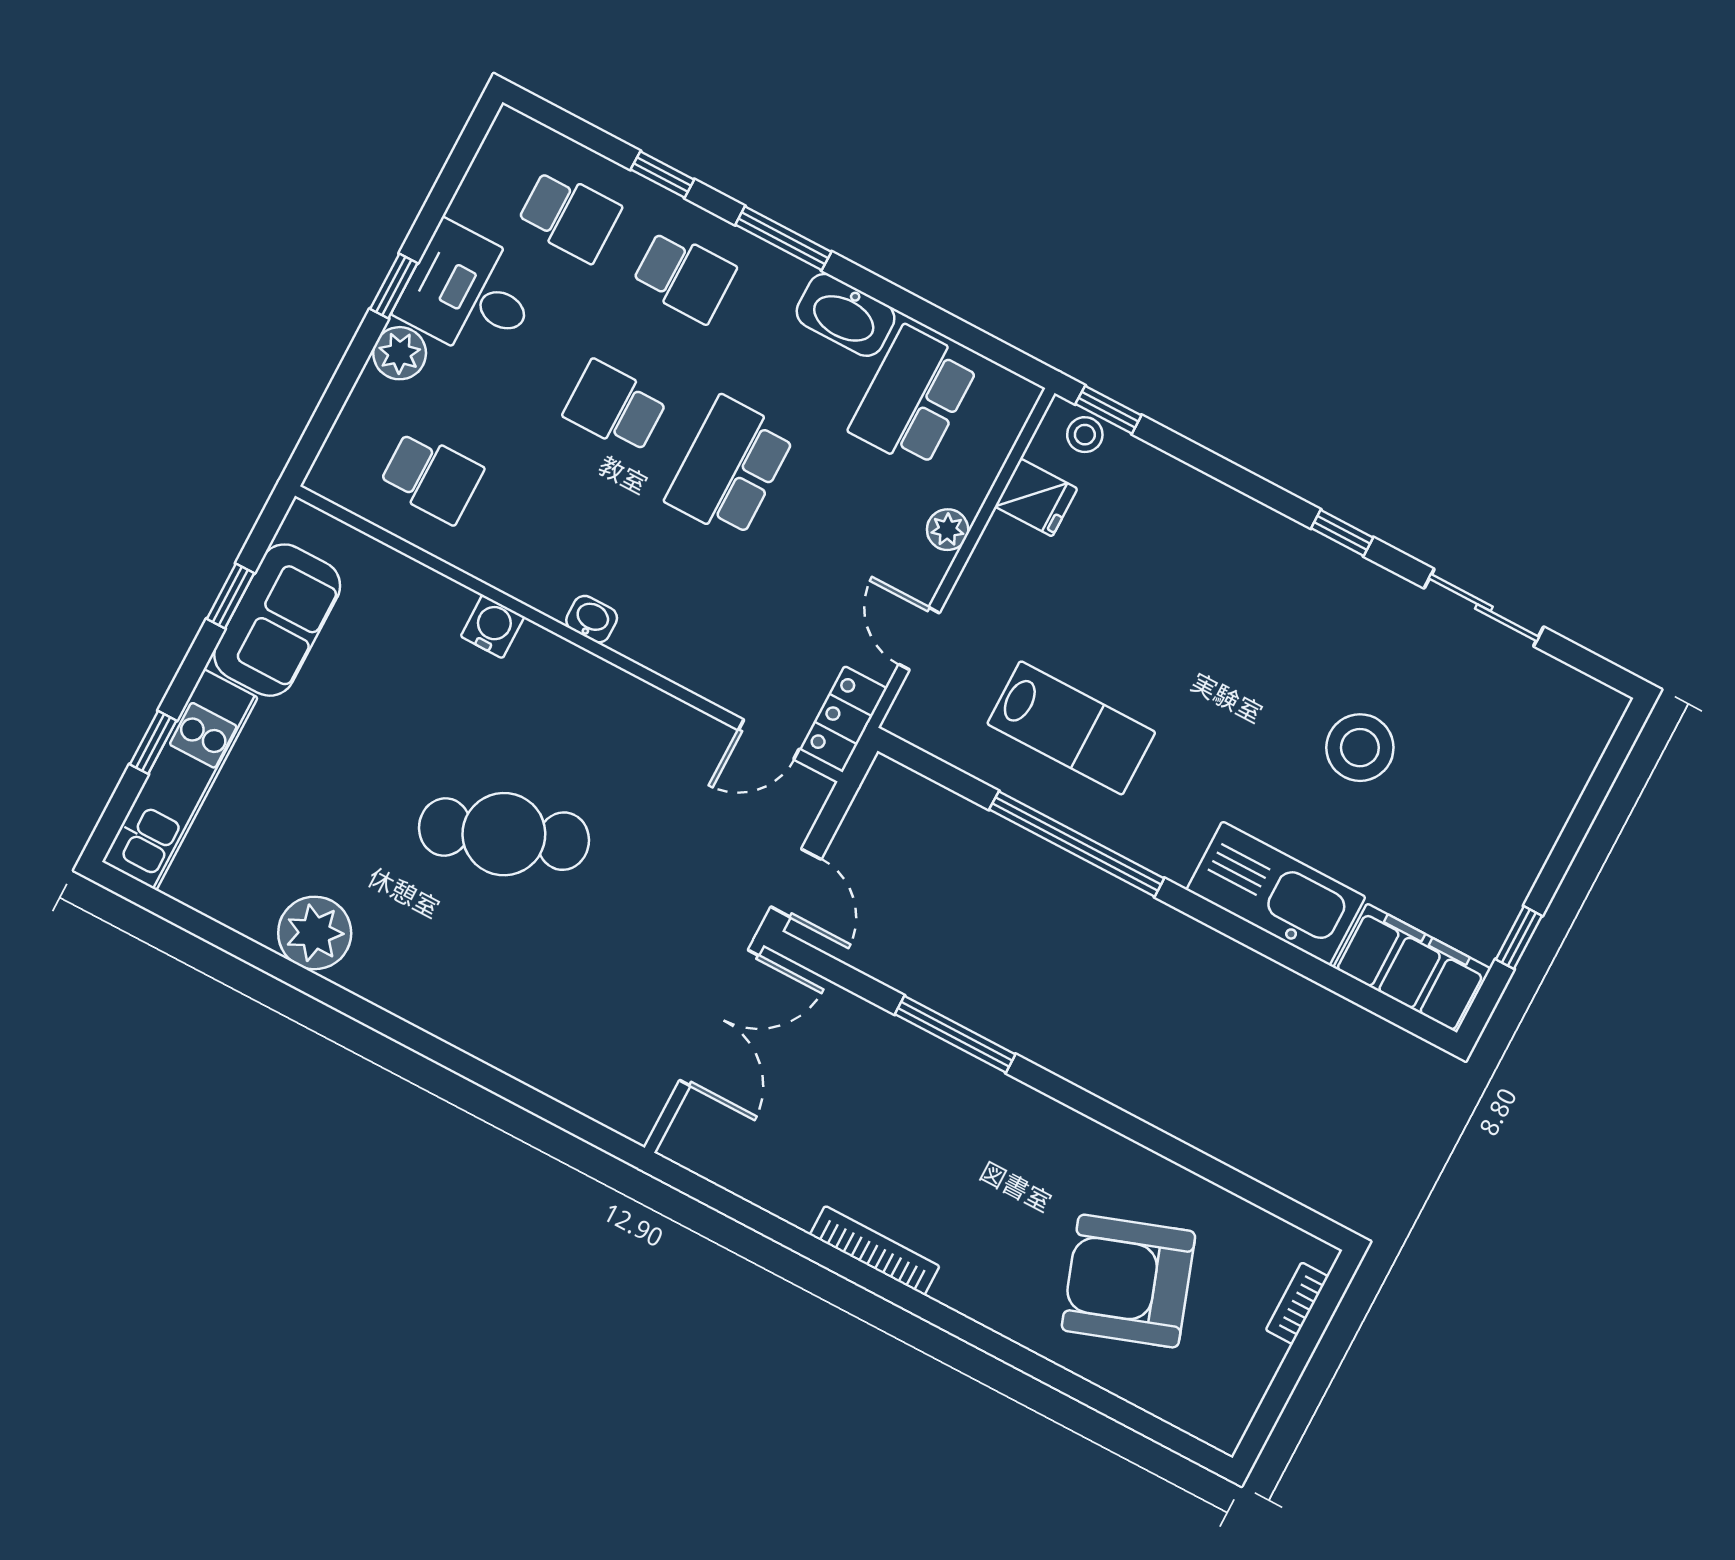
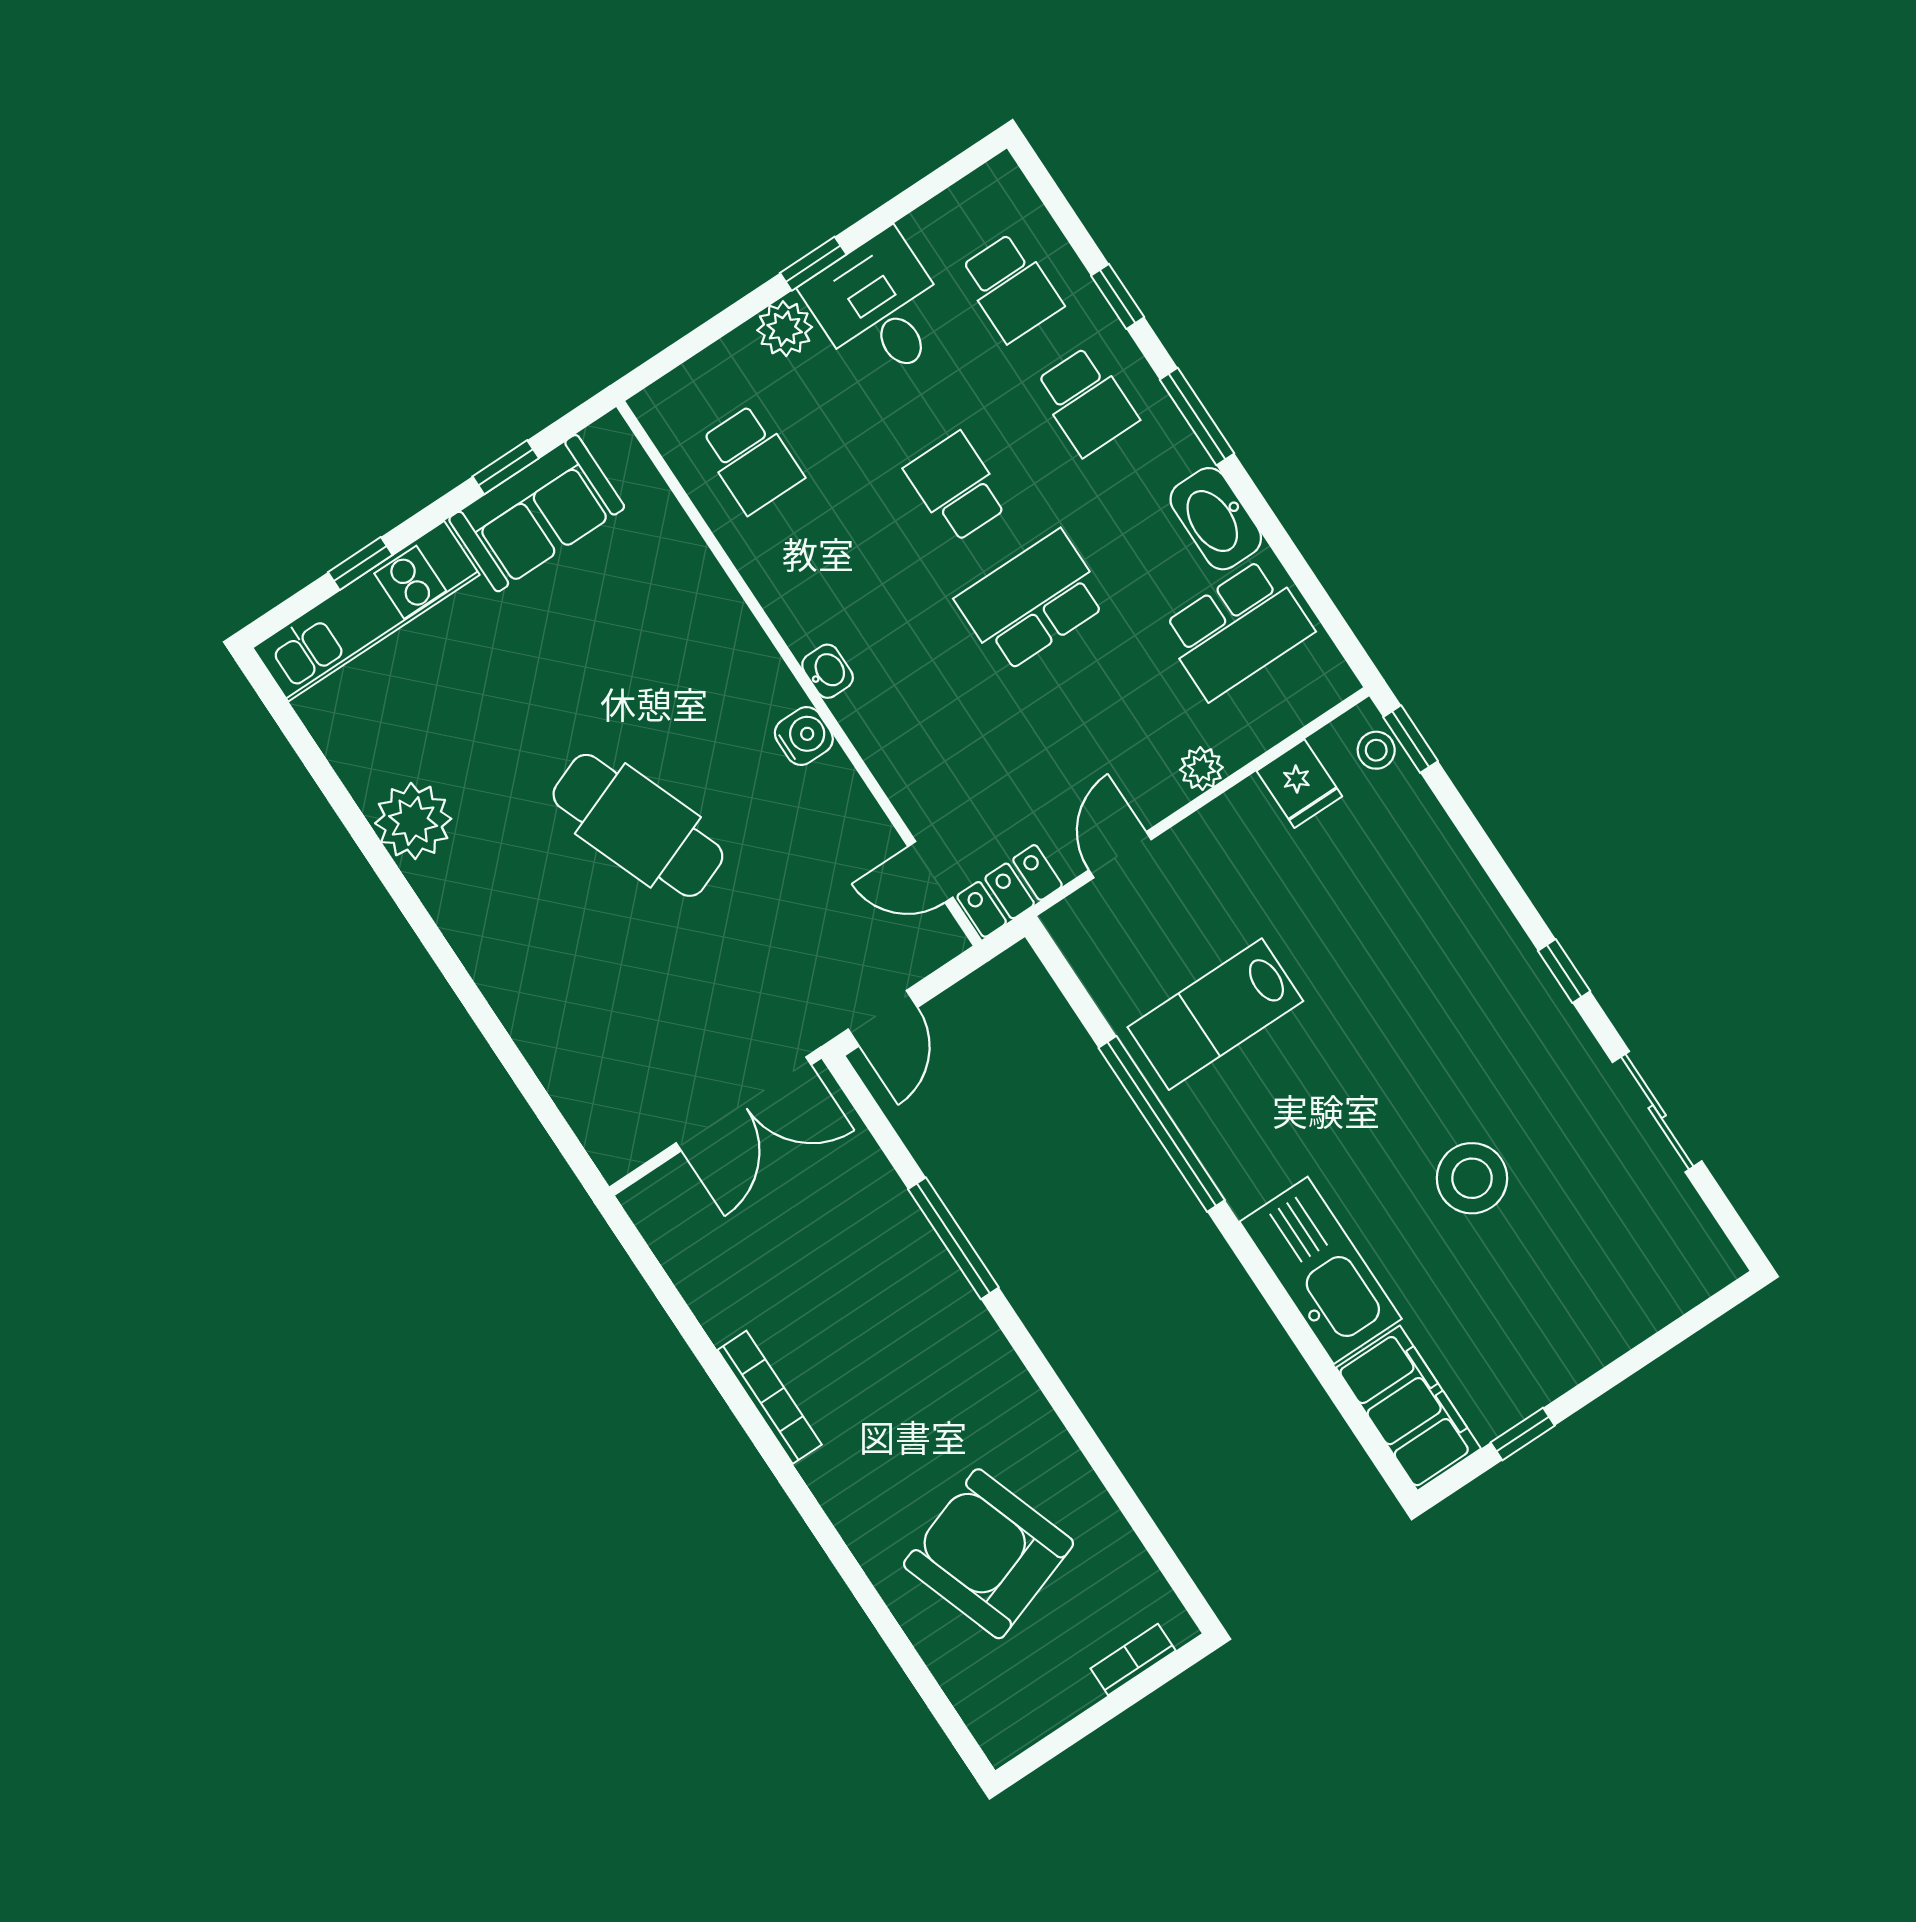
school desk: (914, 397) -> (1237, 629), turned 180
water cooler: (493, 626) -> (804, 736), moved
lab bench: (1071, 728) -> (1215, 1014), turned 90

